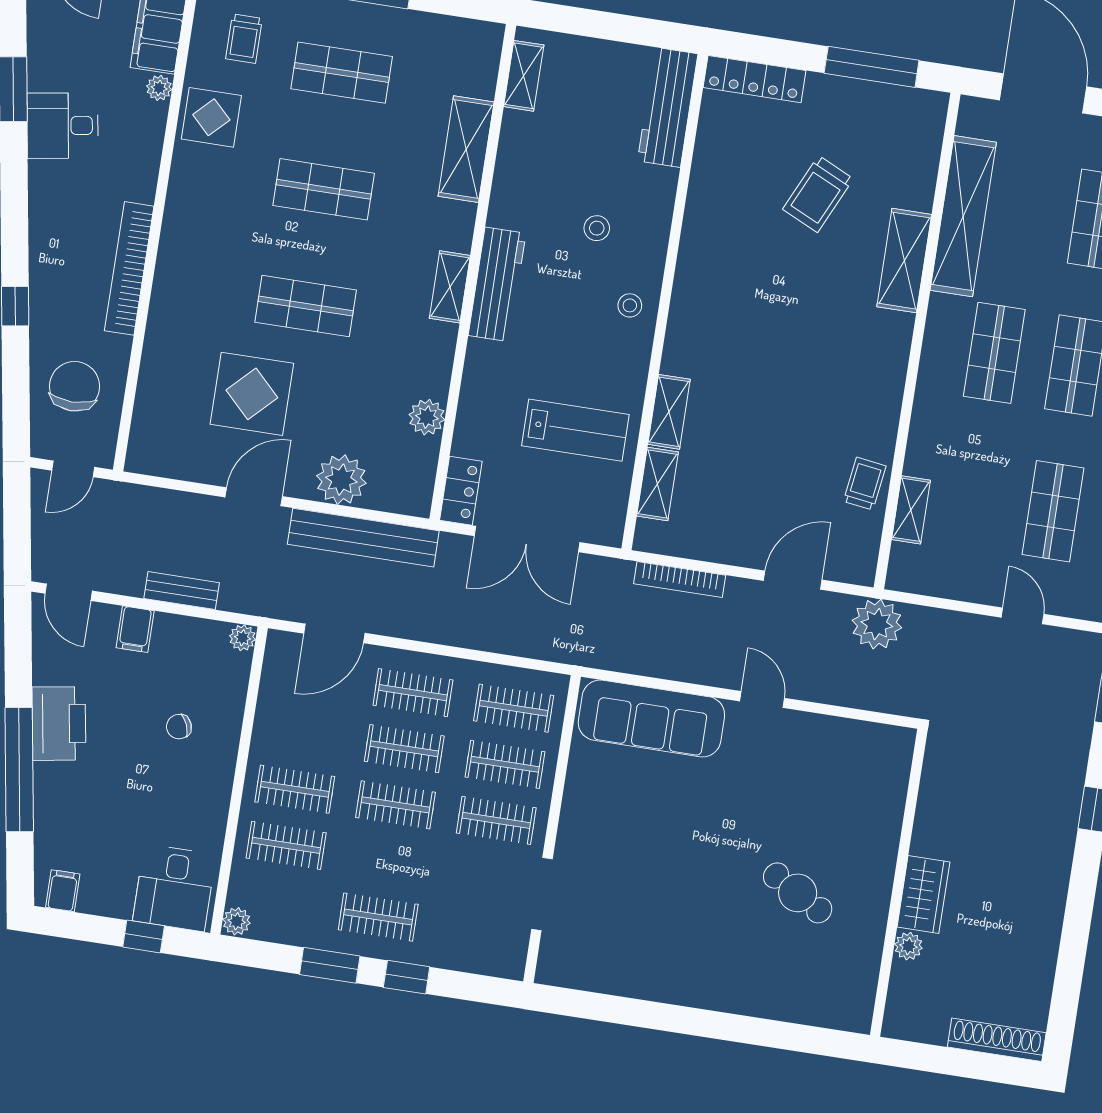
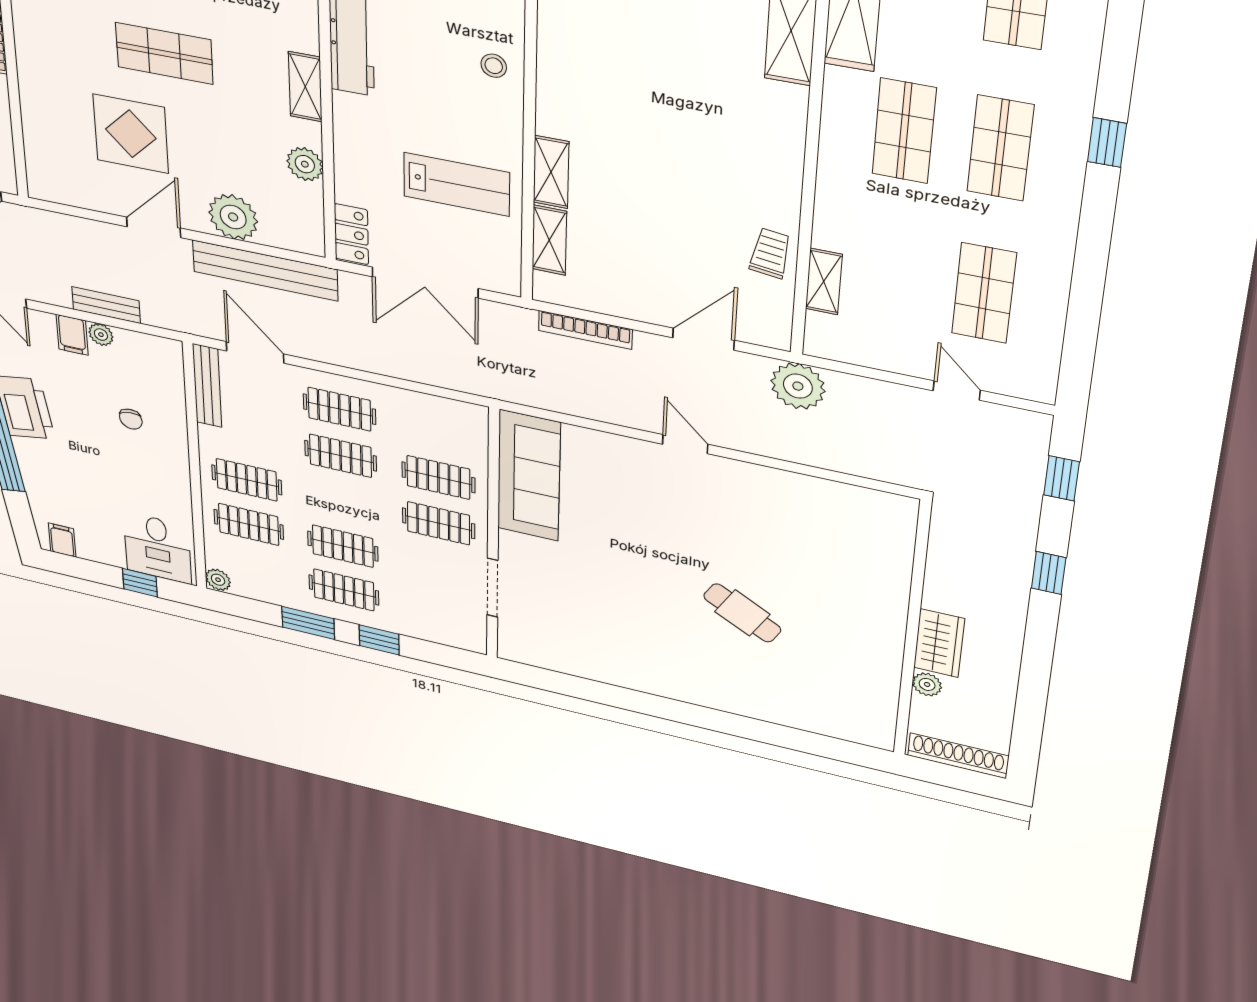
shelving: (450, 287) -> (305, 87), moved
door: (334, 633) -> (255, 352), swing flipped
plant: (242, 638) -> (101, 335), moved
bench: (274, 678) -> (207, 386), added
clothes rail: (514, 708) -> (438, 431), removed
sofa: (651, 718) -> (529, 476), moved, turned -90
chair: (179, 727) -> (131, 419), turned -74
clothes rail: (396, 805) -> (343, 546), moved
wall: (899, 883) -> (912, 630), moved
wardrobe: (923, 894) -> (939, 643), moved
plant: (908, 946) -> (927, 684), moved

